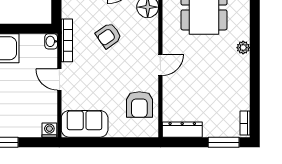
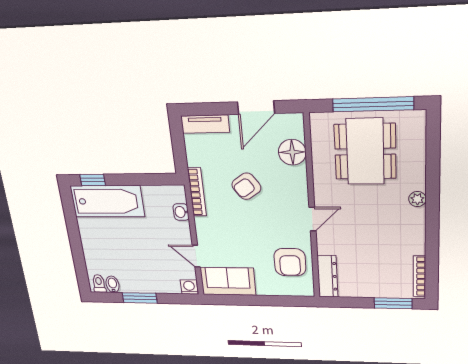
washbasin: (51, 41) -> (181, 212), moved
door: (59, 80) -> (196, 256), moved
bookcase: (245, 123) -> (419, 276), width x1.56
dresser: (182, 130) -> (327, 276), moved, turned 90

